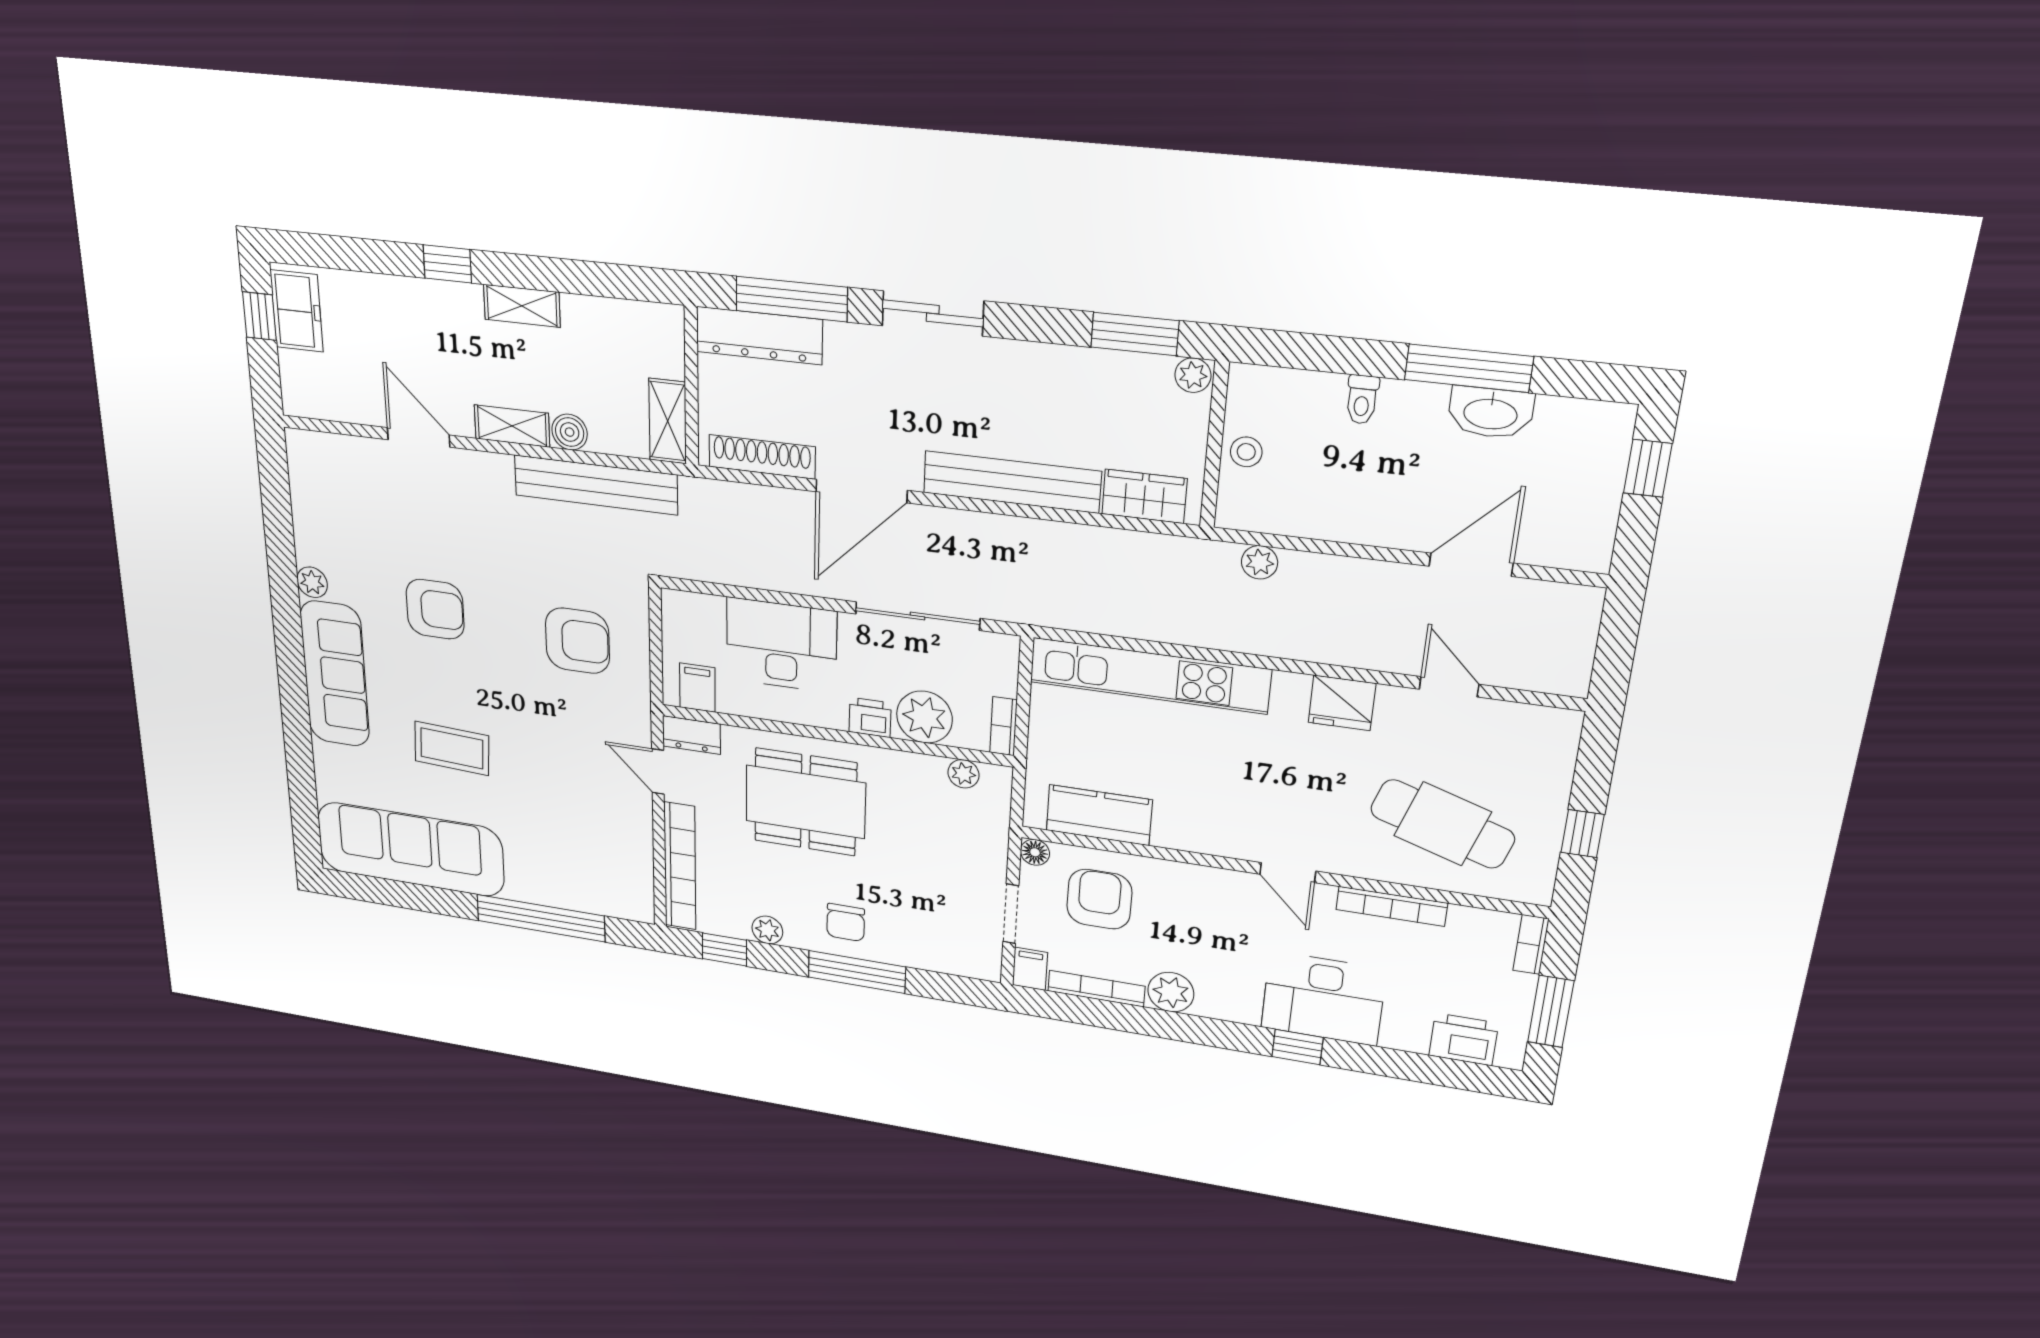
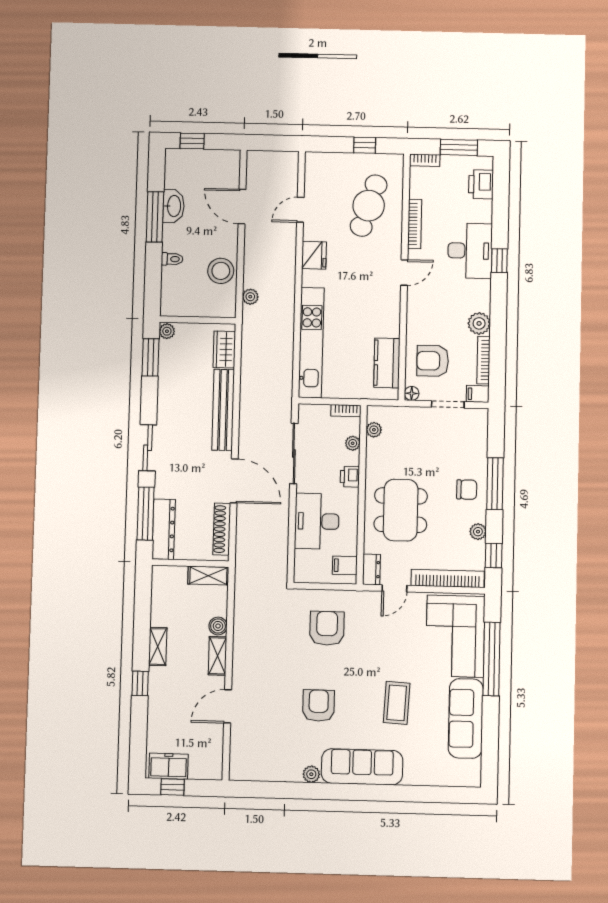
stool: (1246, 452) -> (221, 271), moved, width x1.89, depth x1.89
bench: (596, 485) -> (244, 614), removed
plant: (924, 717) -> (353, 443), width x0.53, depth x0.53
sofa: (410, 849) -> (466, 718), width x0.74, depth x0.79
corner sofa: (577, 864) -> (455, 636), added

